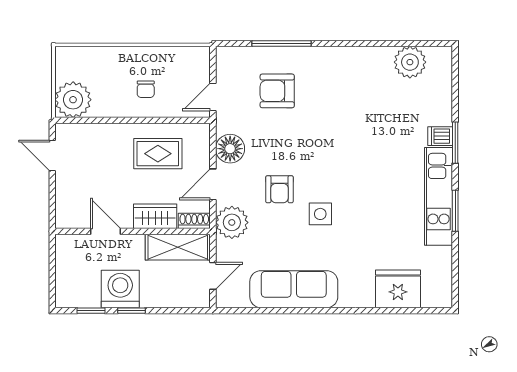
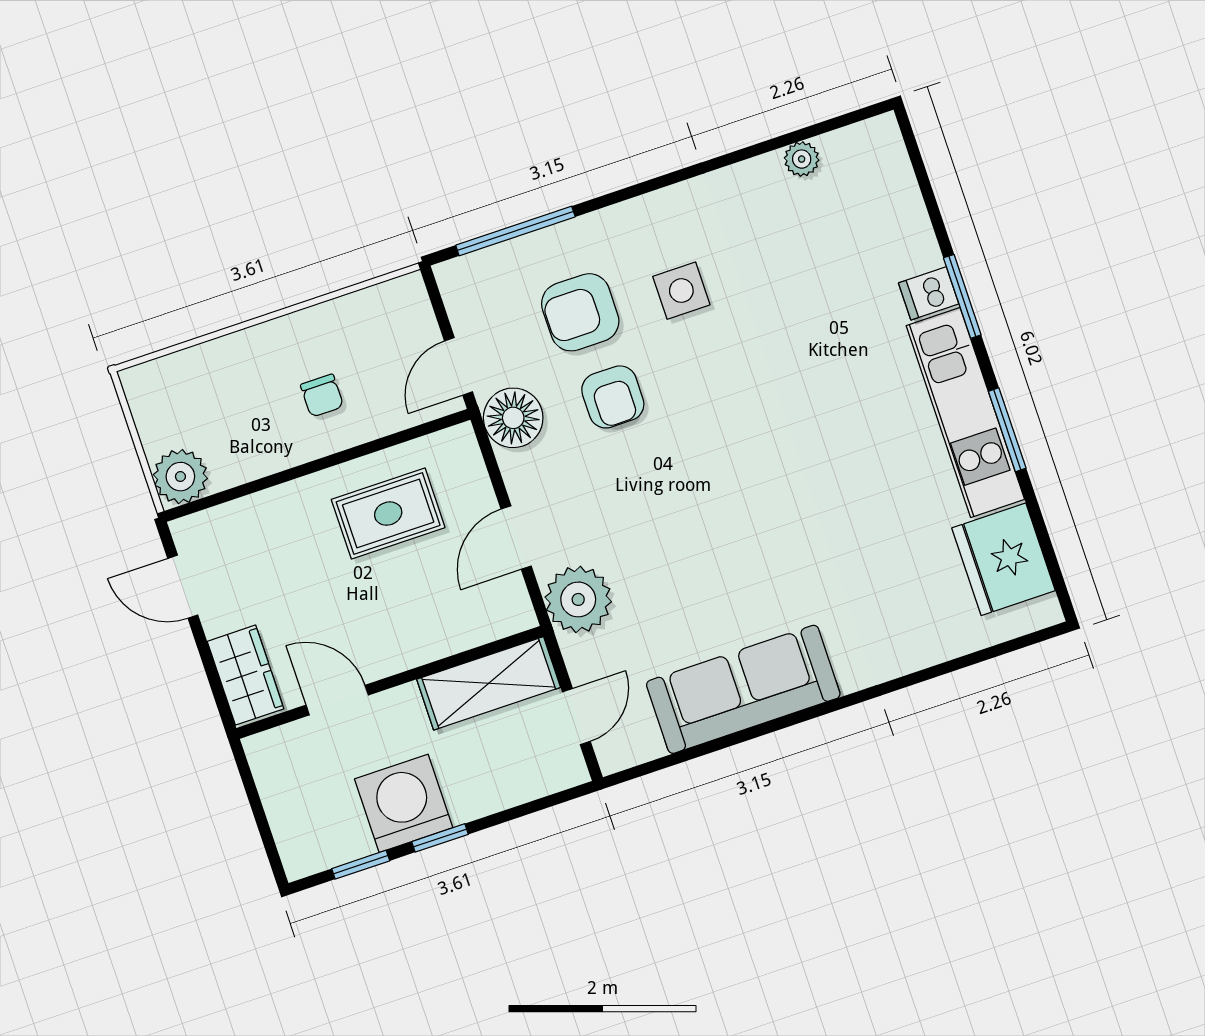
window: (282, 44) -> (515, 231), moved
plant: (410, 62) -> (802, 159), width x0.53, depth x0.53
plant: (73, 100) -> (180, 477), width x0.73, depth x0.73
floor lamp: (230, 149) -> (513, 418), moved
armchair: (279, 189) -> (613, 397), moved
side table: (320, 214) -> (681, 291), moved
wardrobe: (155, 216) -> (245, 675), moved, turned 90
shoe rack: (194, 221) -> (504, 621), removed
fridge: (398, 289) -> (1004, 559), moved, turned -90

